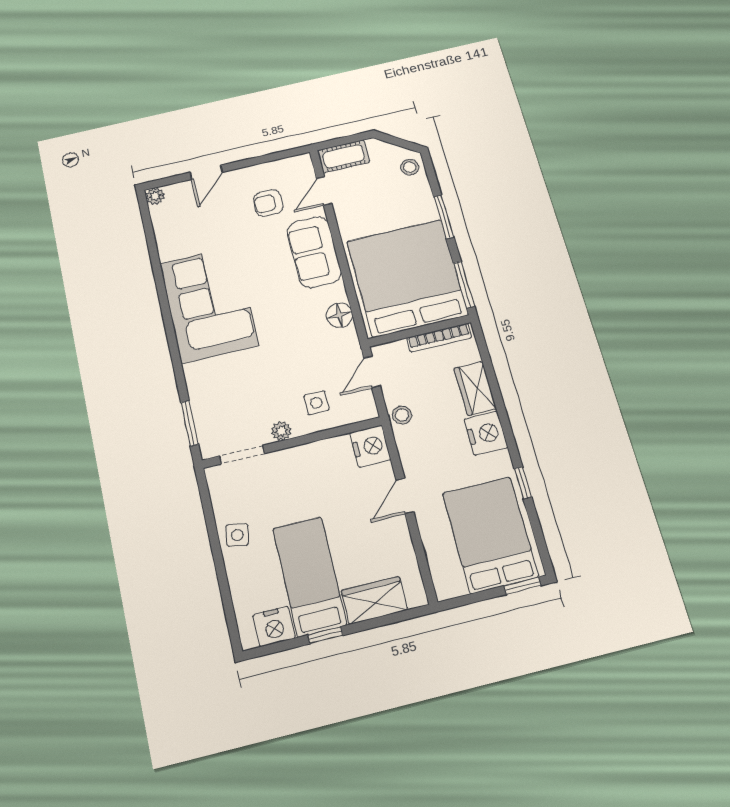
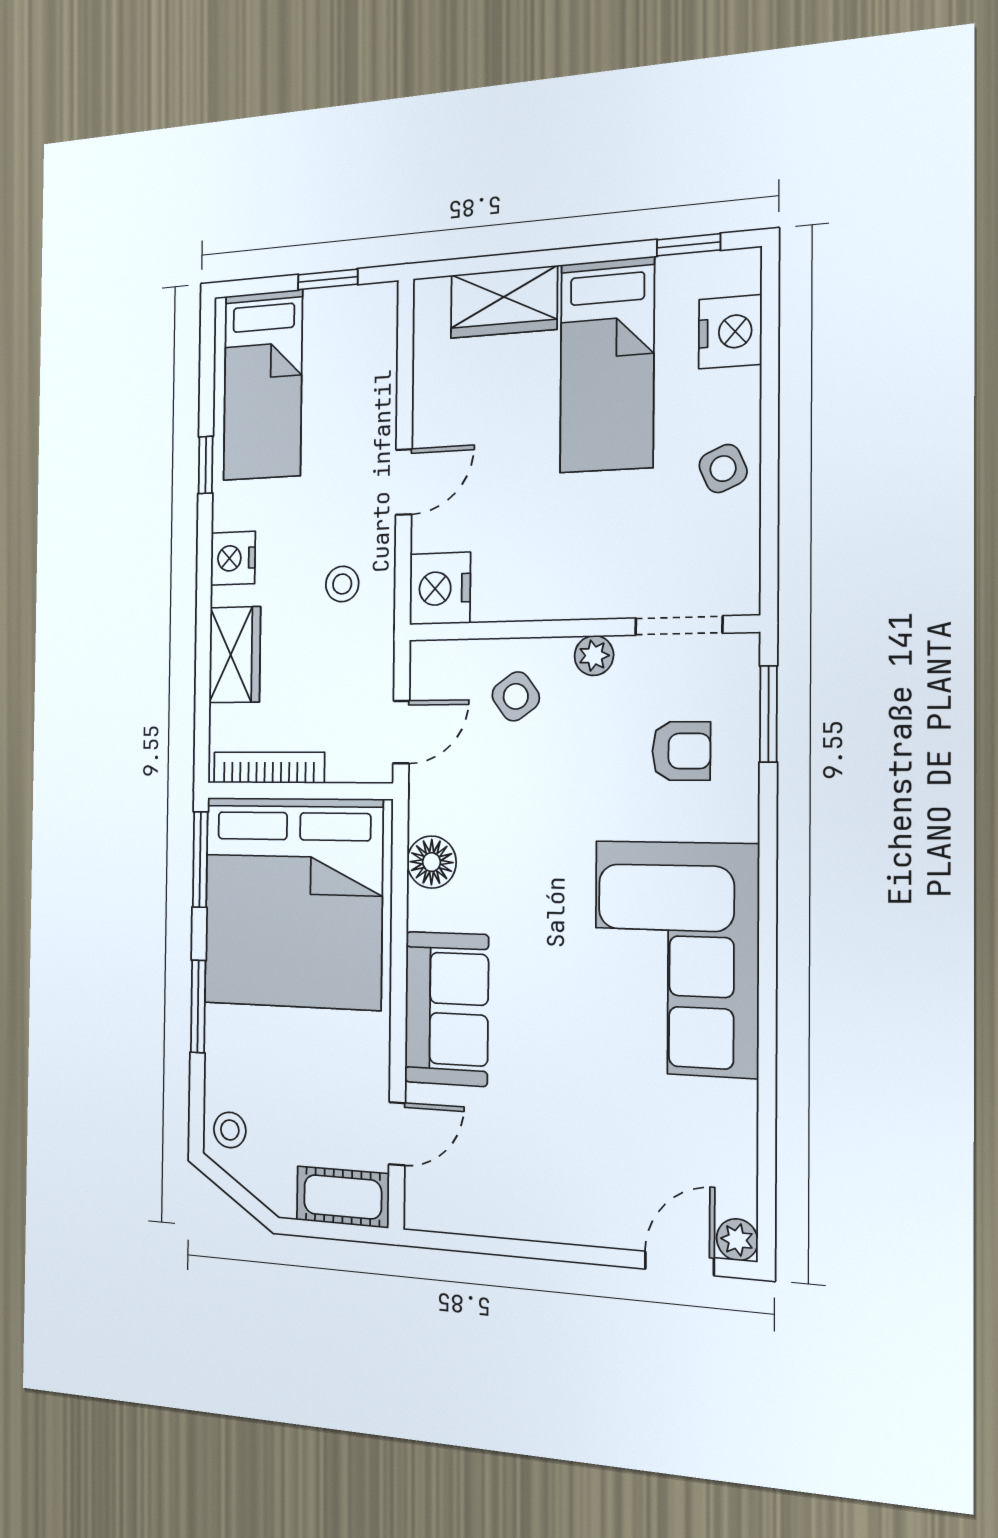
door: (206, 172) -> (679, 1263), moved
armchair: (268, 203) -> (681, 751), moved
side table: (316, 403) -> (516, 696), turned -36
stool: (402, 415) -> (342, 584), moved
nightstand: (486, 433) -> (233, 558), width x0.74, depth x0.75
side table: (237, 535) -> (723, 469), turned -34
bed: (490, 535) -> (263, 385), width x0.67
window: (522, 586) -> (328, 279), moved
nightstand: (274, 626) -> (730, 332), moved, turned 90
window: (325, 635) -> (688, 245), moved

